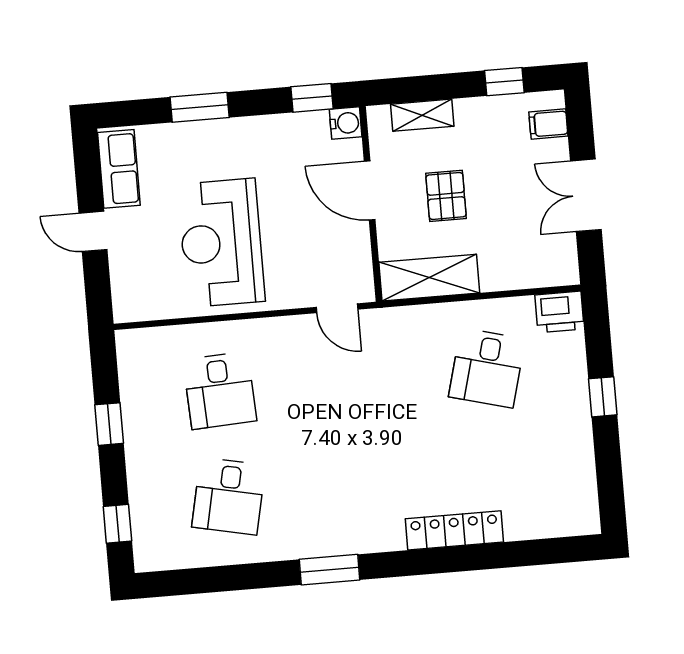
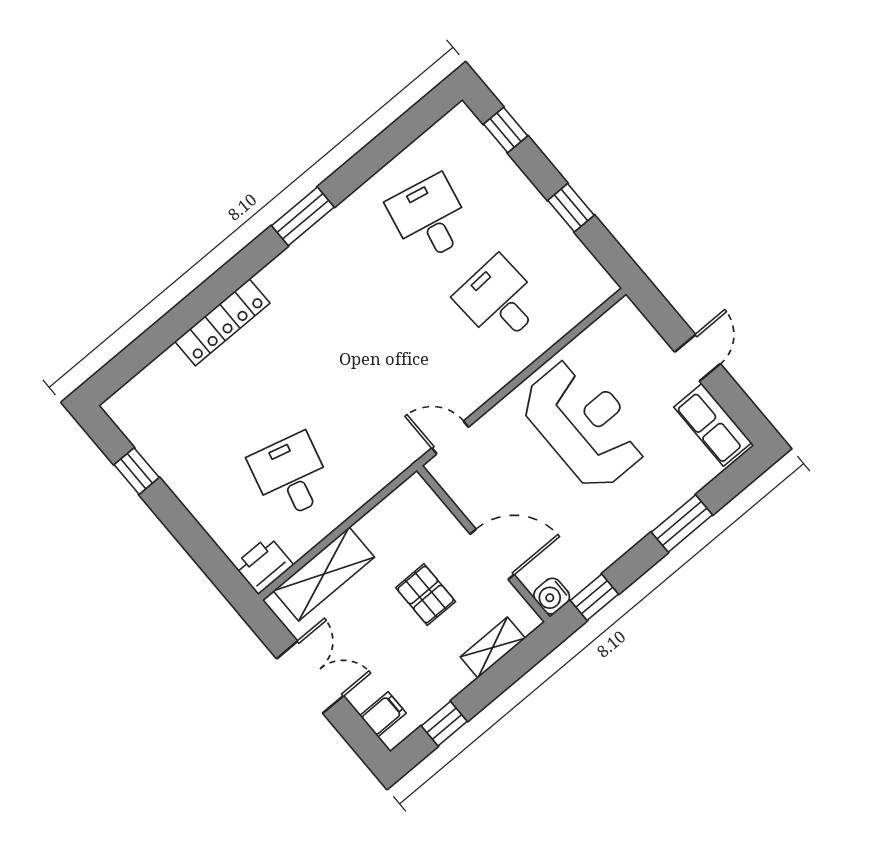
door: (93, 231) -> (697, 358), hinge flipped
shelving: (429, 278) -> (324, 574), moved
window: (603, 397) -> (137, 471), moved

